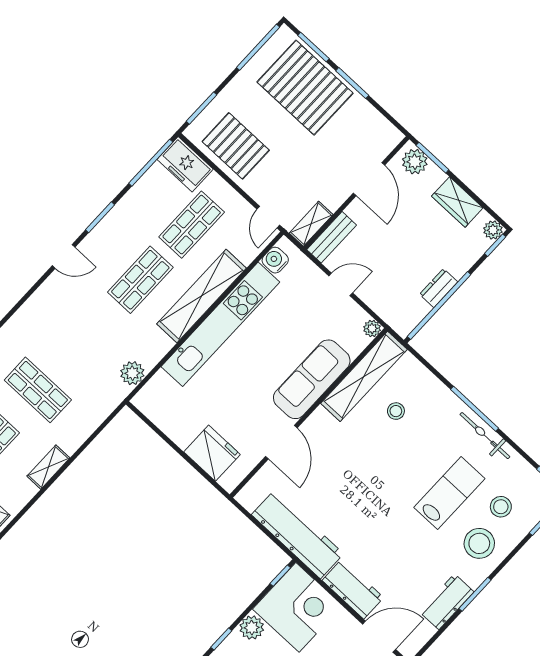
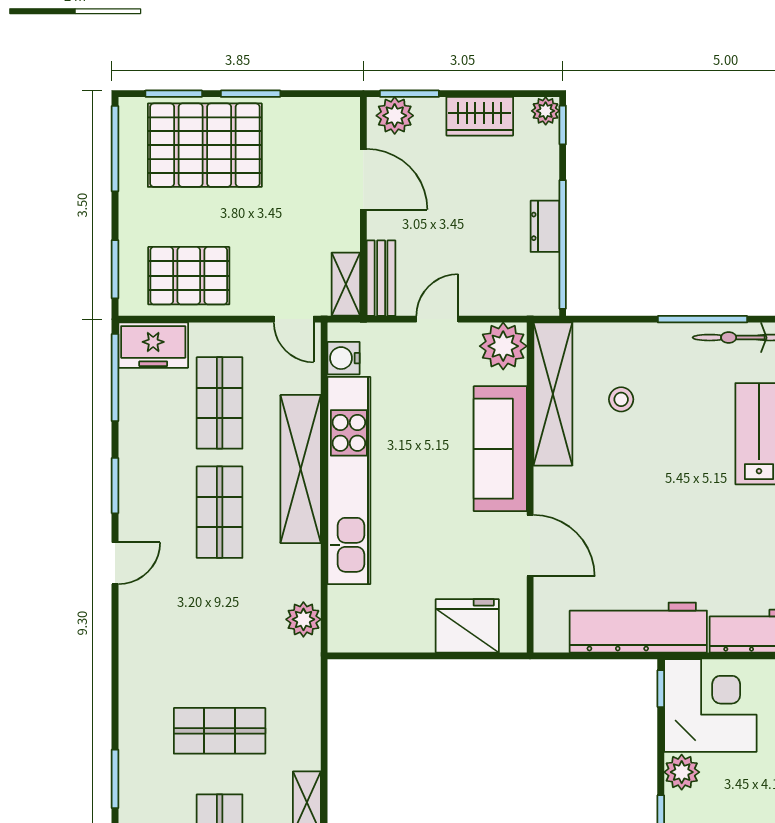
plant: (372, 328) -> (503, 346), width x1.88, depth x1.88

